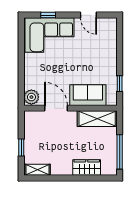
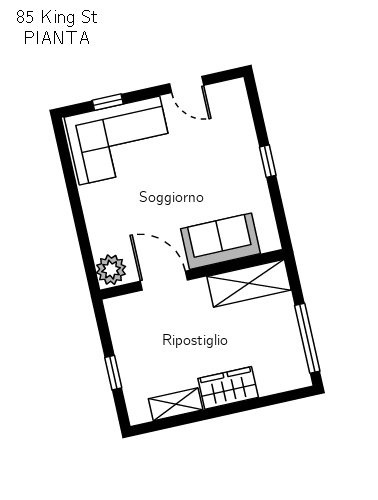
window: (120, 84) -> (268, 161), moved
wardrobe: (87, 167) -> (228, 388), moved
shelving: (38, 170) -> (176, 404), moved

